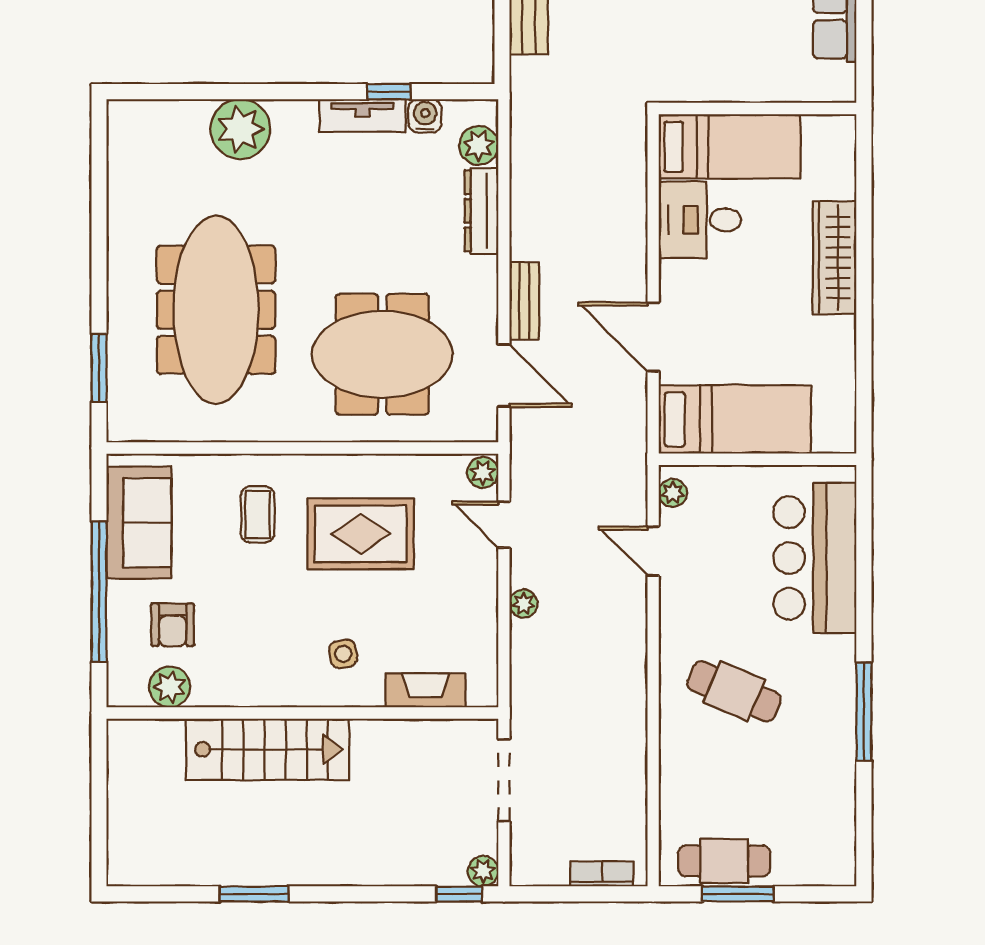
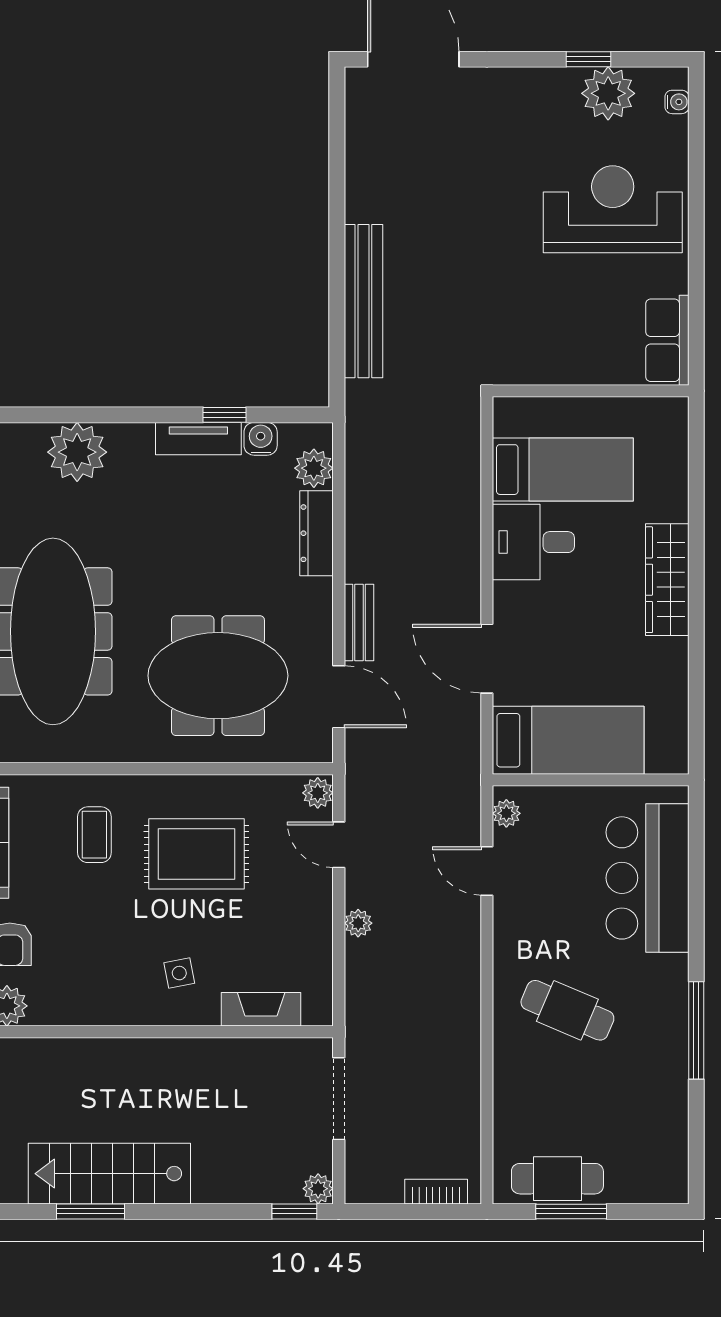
wall: (758, 108) -> (591, 391), moved
stairs: (268, 749) -> (109, 1174), moved, turned 180

